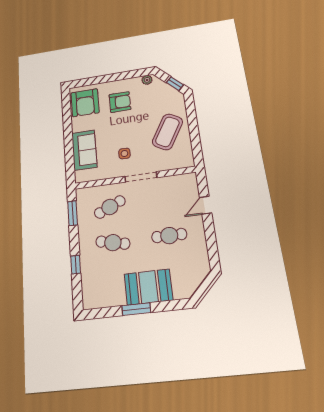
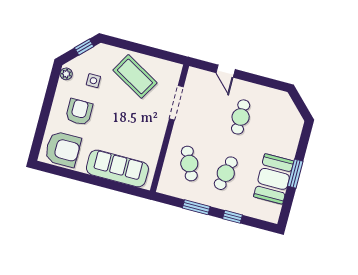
sofa: (84, 150) -> (117, 168), width x1.36
side table: (124, 153) -> (93, 81), moved
doorway: (141, 177) -> (176, 103), moved
window: (73, 213) -> (196, 207), moved
booth: (148, 287) -> (274, 179), moved

